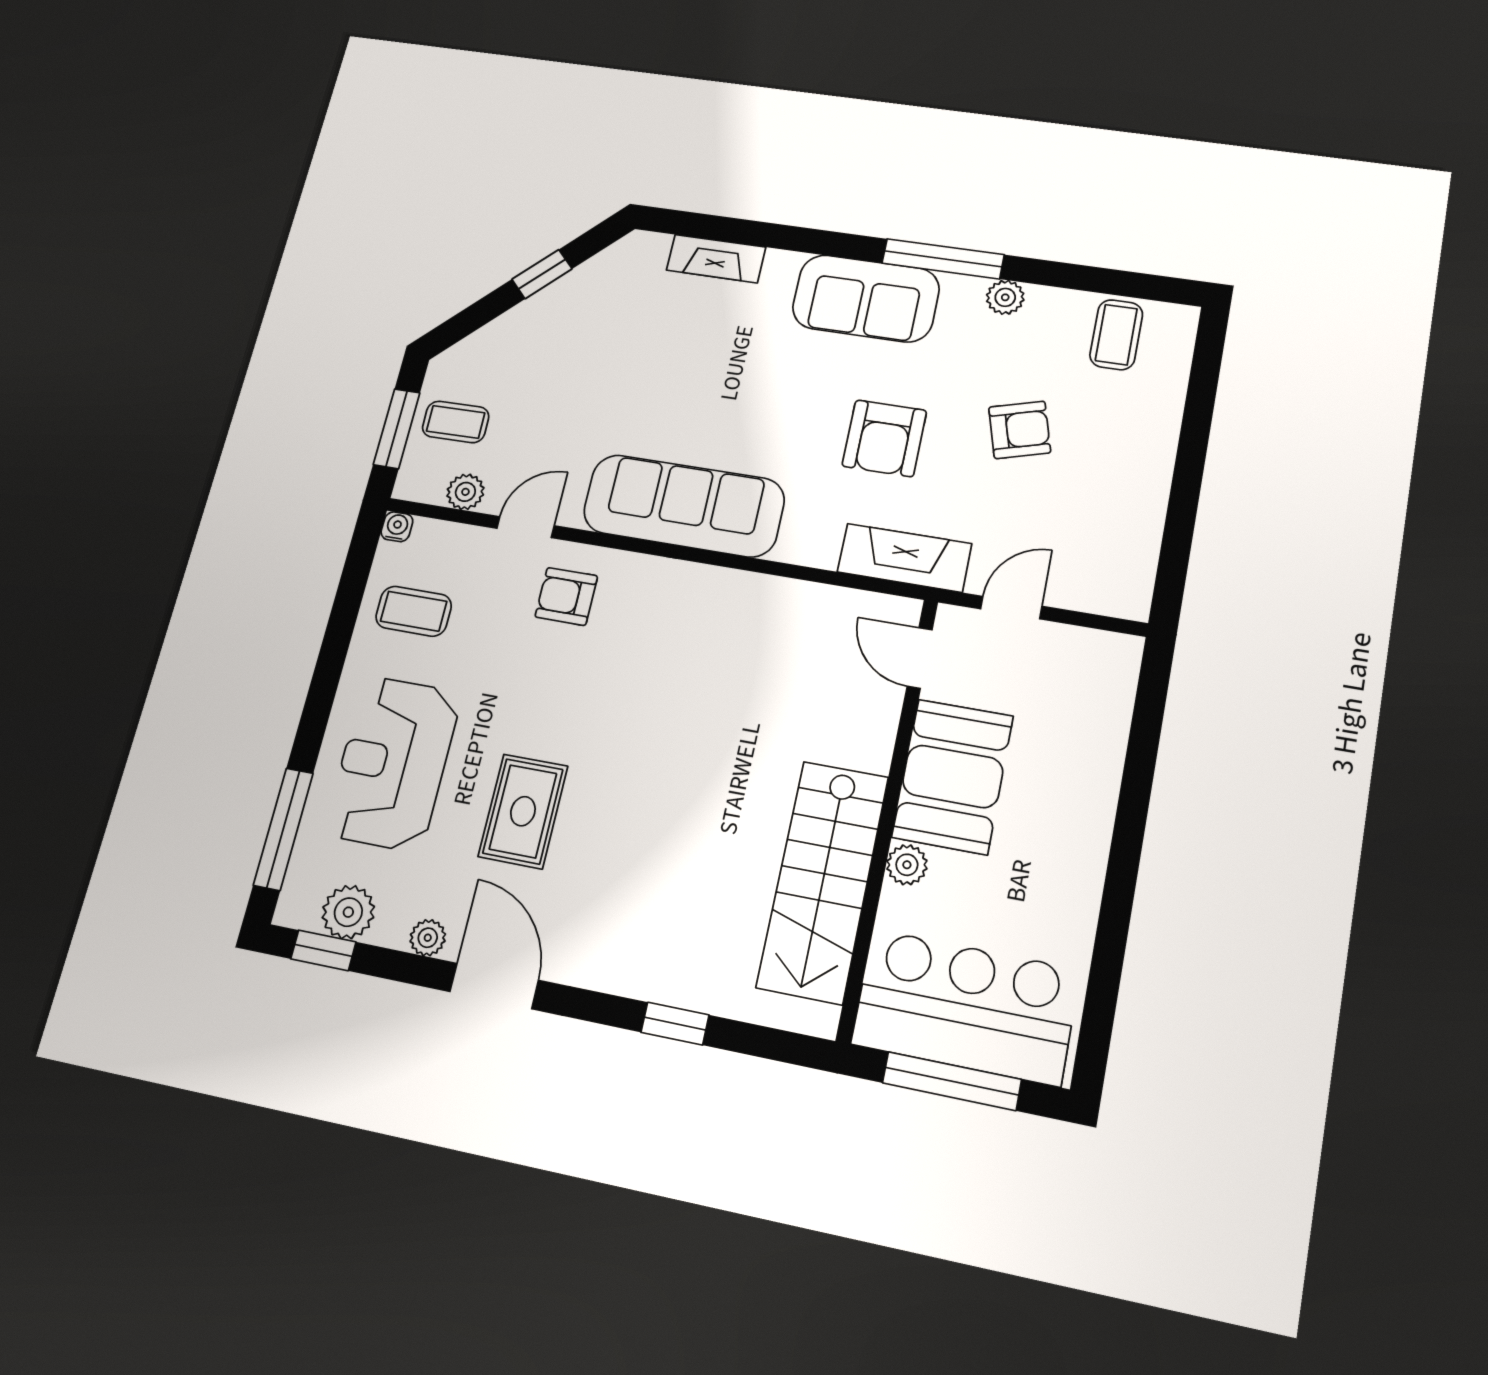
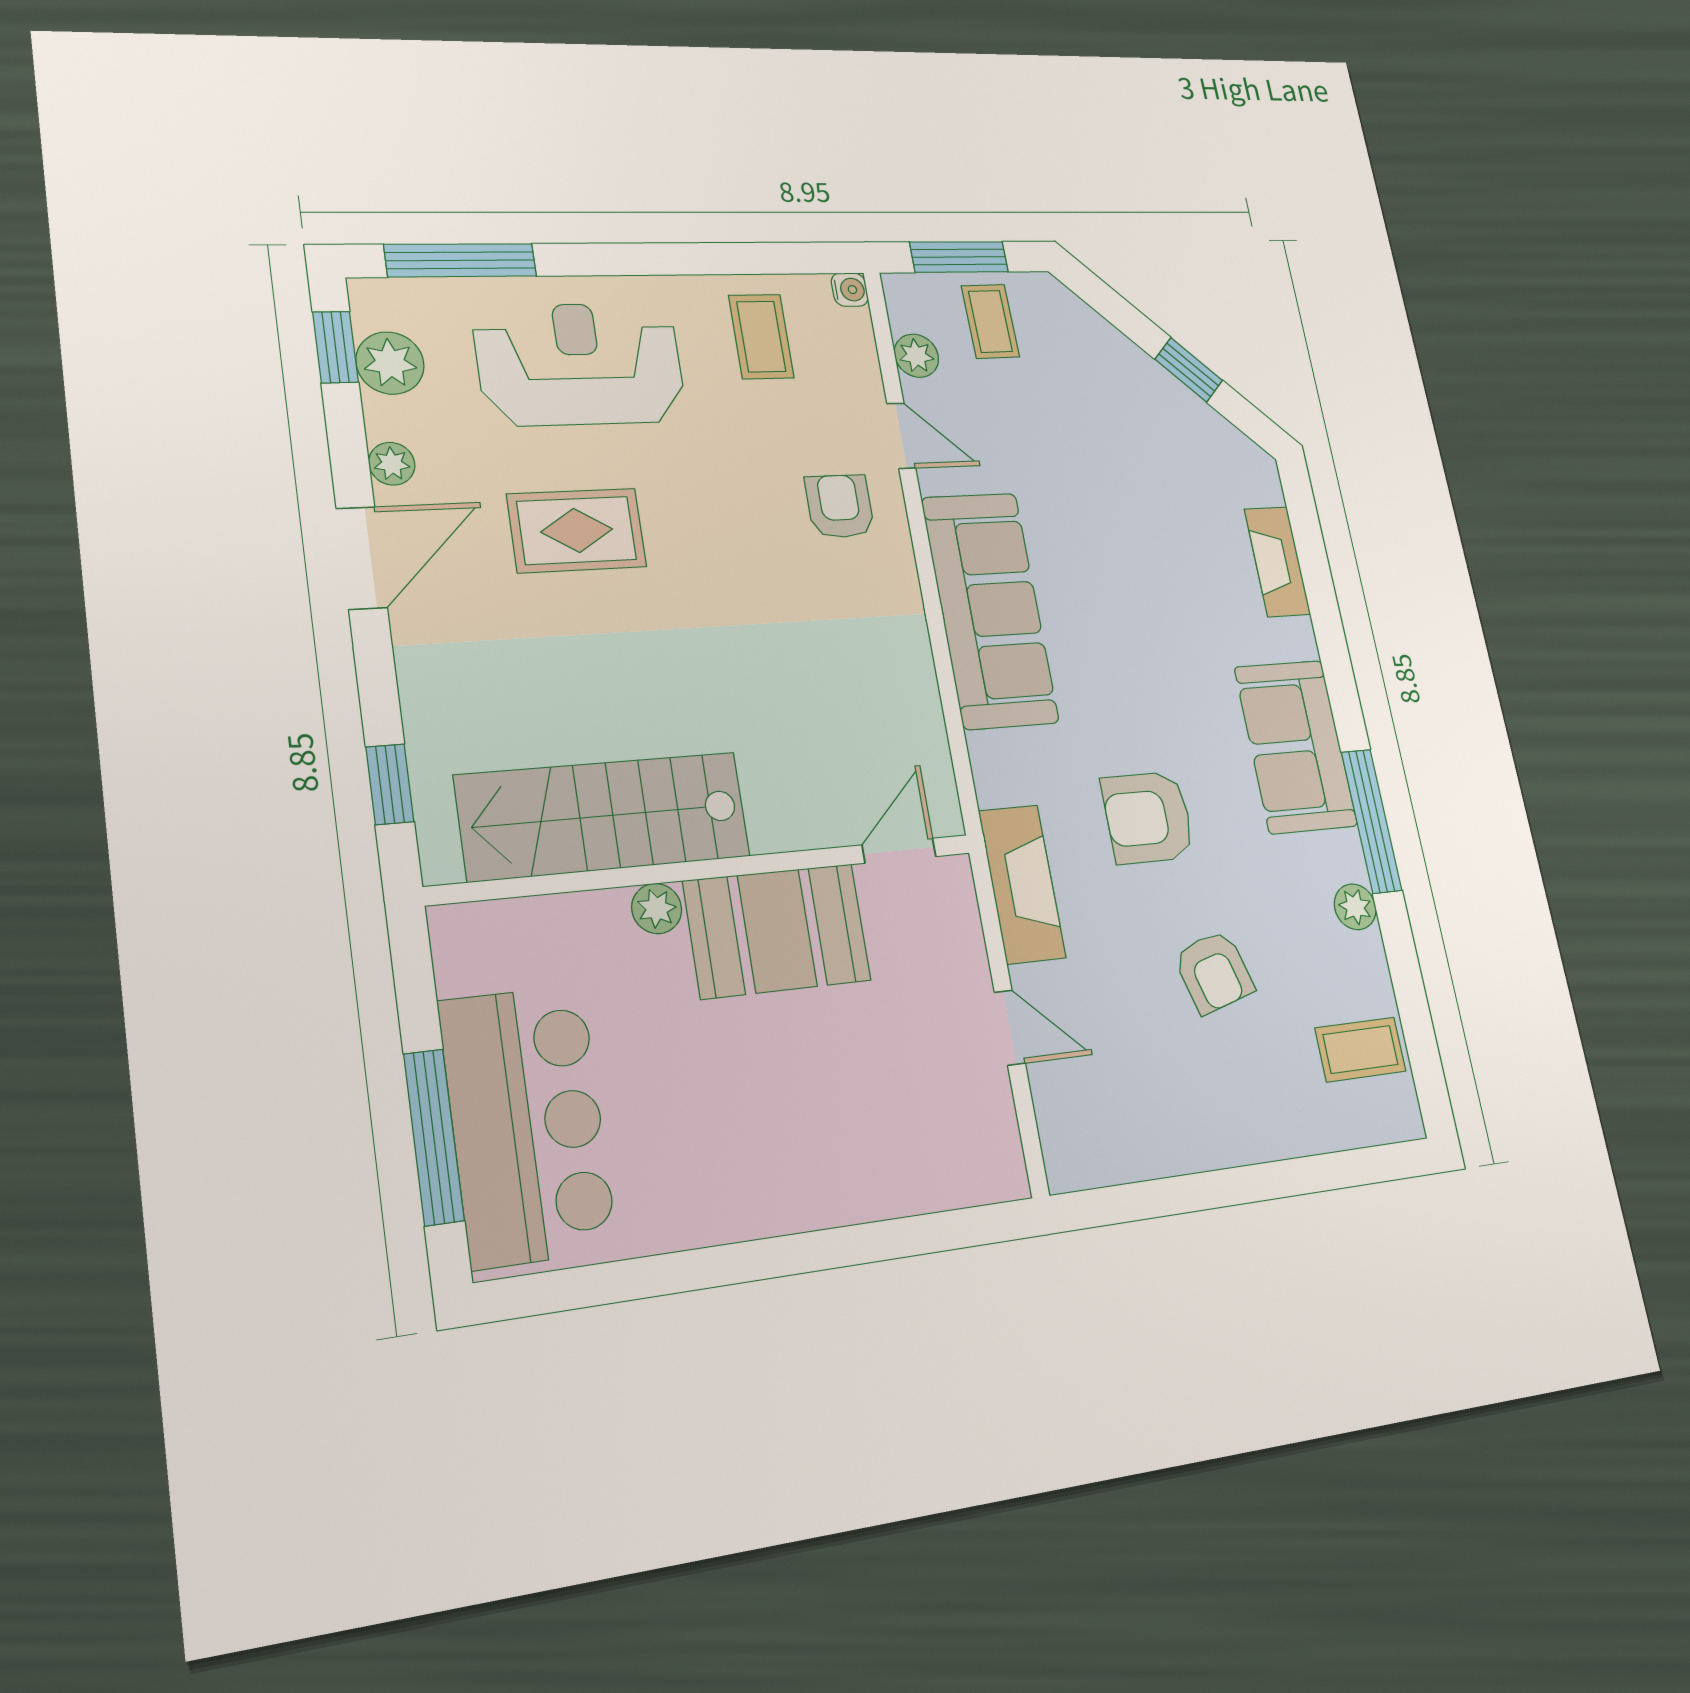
door: (920, 658) -> (899, 851), moved
booth: (953, 776) -> (777, 931), moved
wall: (888, 815) -> (706, 869), moved
plant: (907, 865) -> (657, 909), moved
stairs: (823, 881) -> (604, 816), moved

